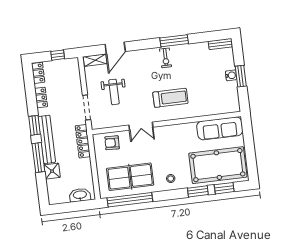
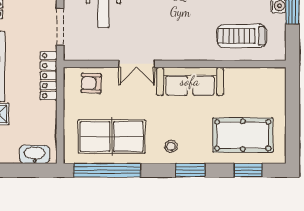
treadmill: (170, 98) -> (242, 36), moved, turned 180
sofa: (220, 128) -> (190, 81), moved
pool table: (218, 165) -> (243, 135), width x0.73, depth x0.76
window: (198, 191) -> (190, 170), moved

